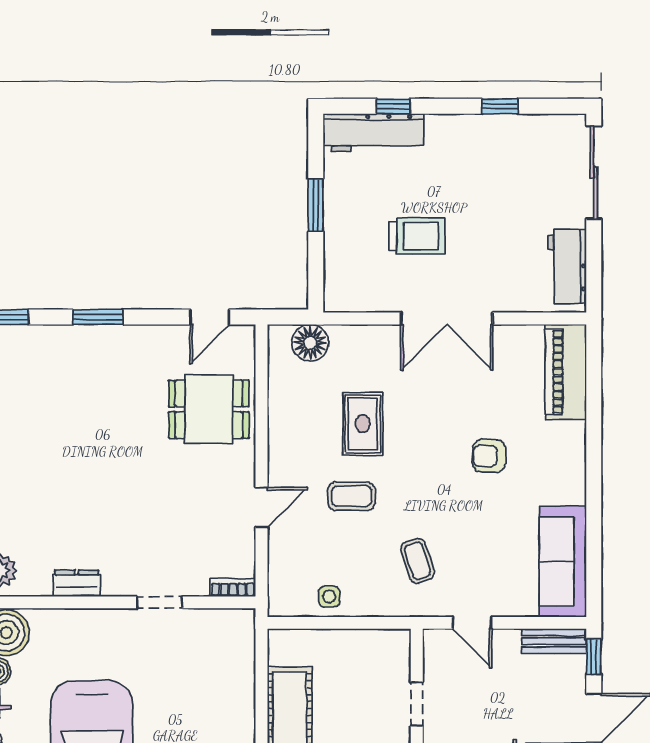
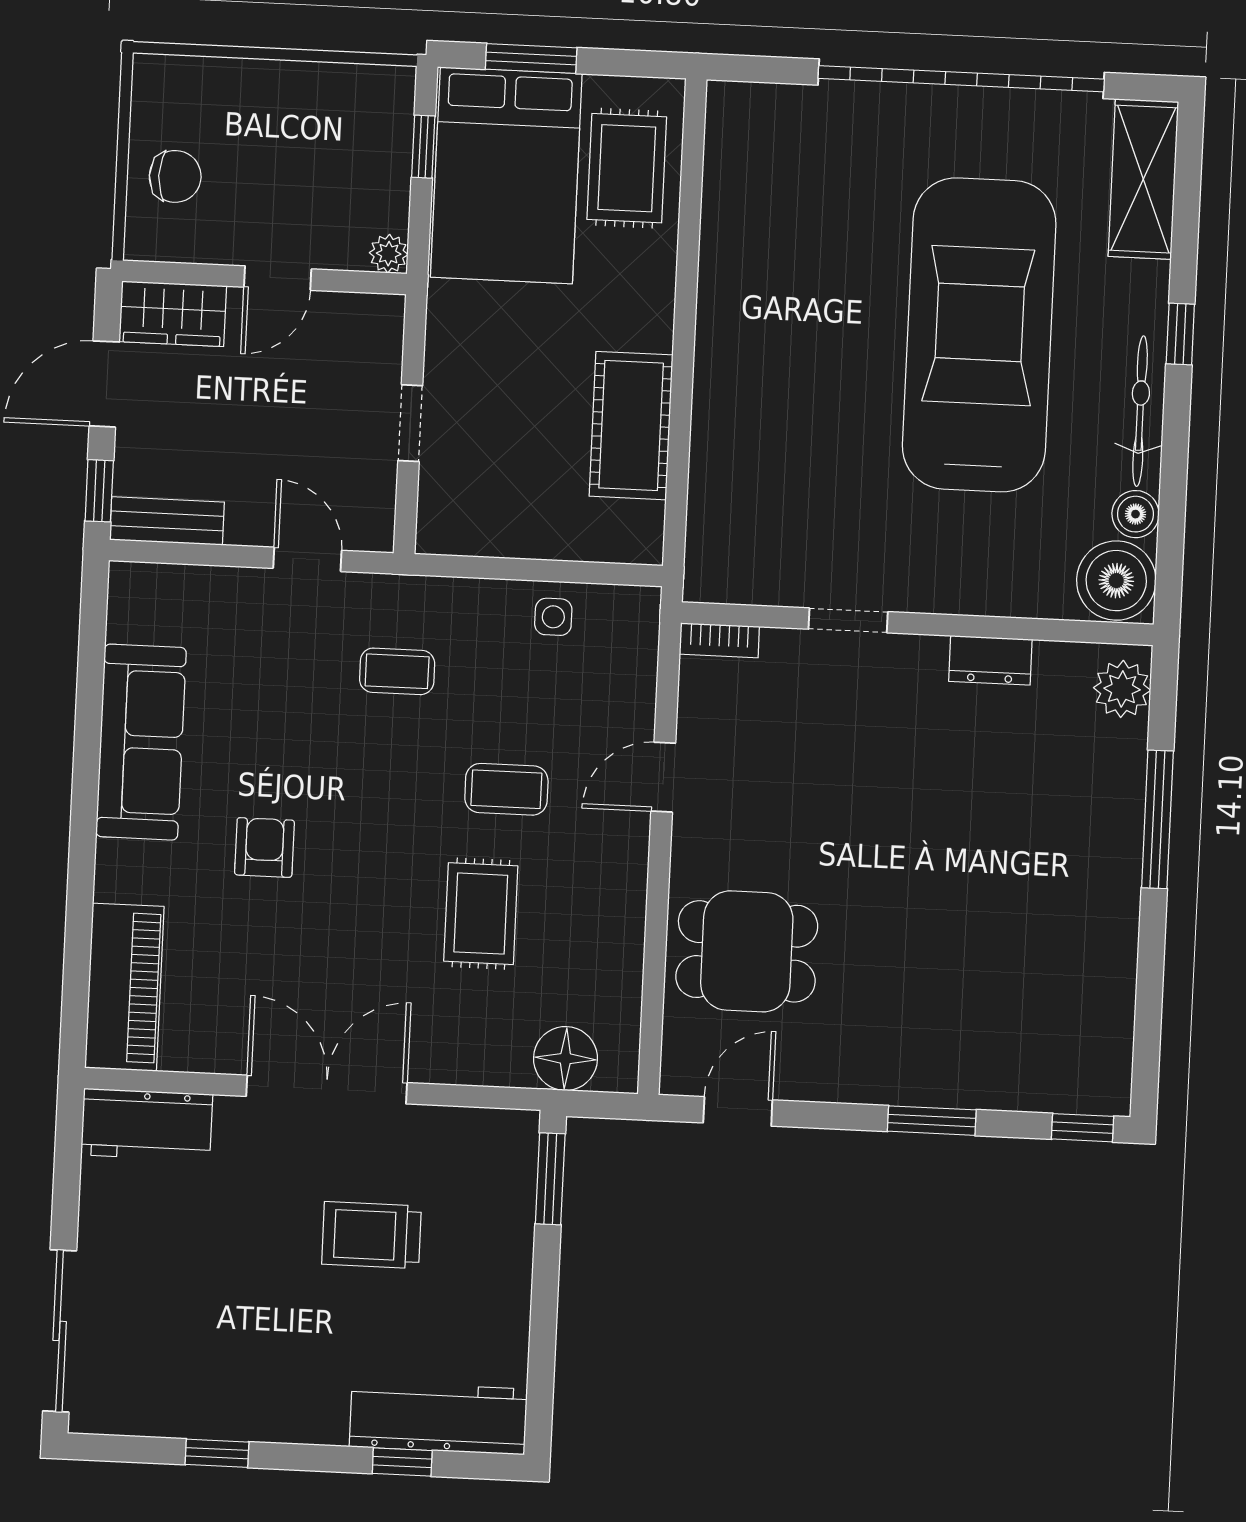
window: (316, 205) -> (550, 1179), moved
workbench: (567, 266) -> (147, 1125), moved, turned 90
armchair: (489, 456) -> (264, 848), turned -92
coffee table: (418, 561) -> (397, 671), turned -72
sofa: (563, 562) -> (141, 742), moved

